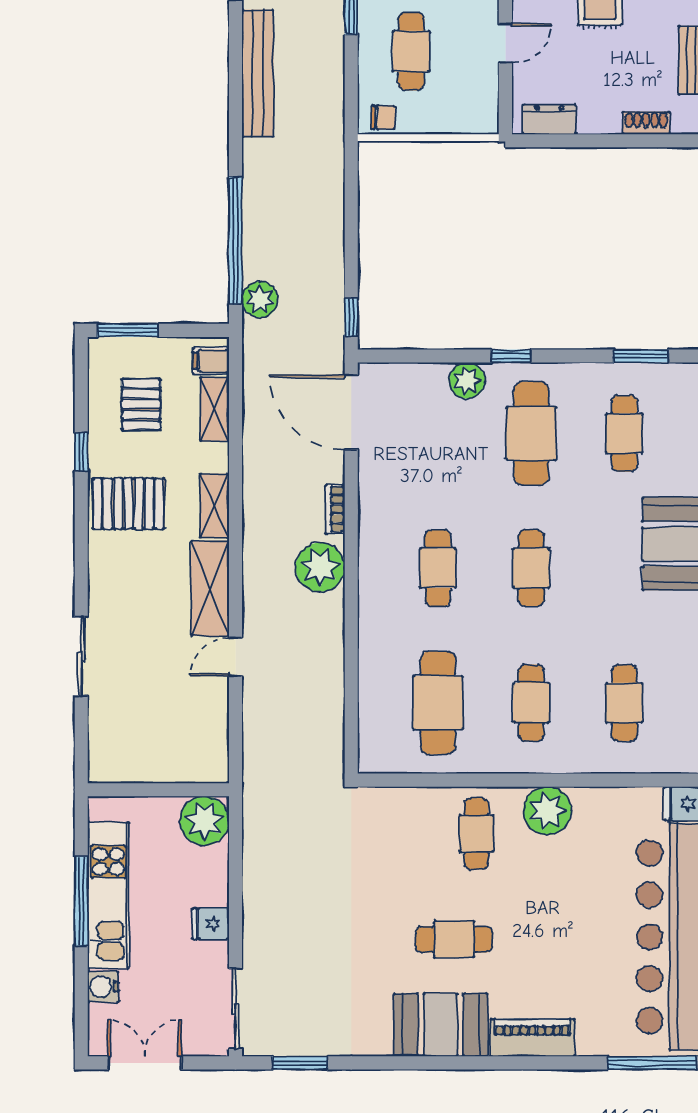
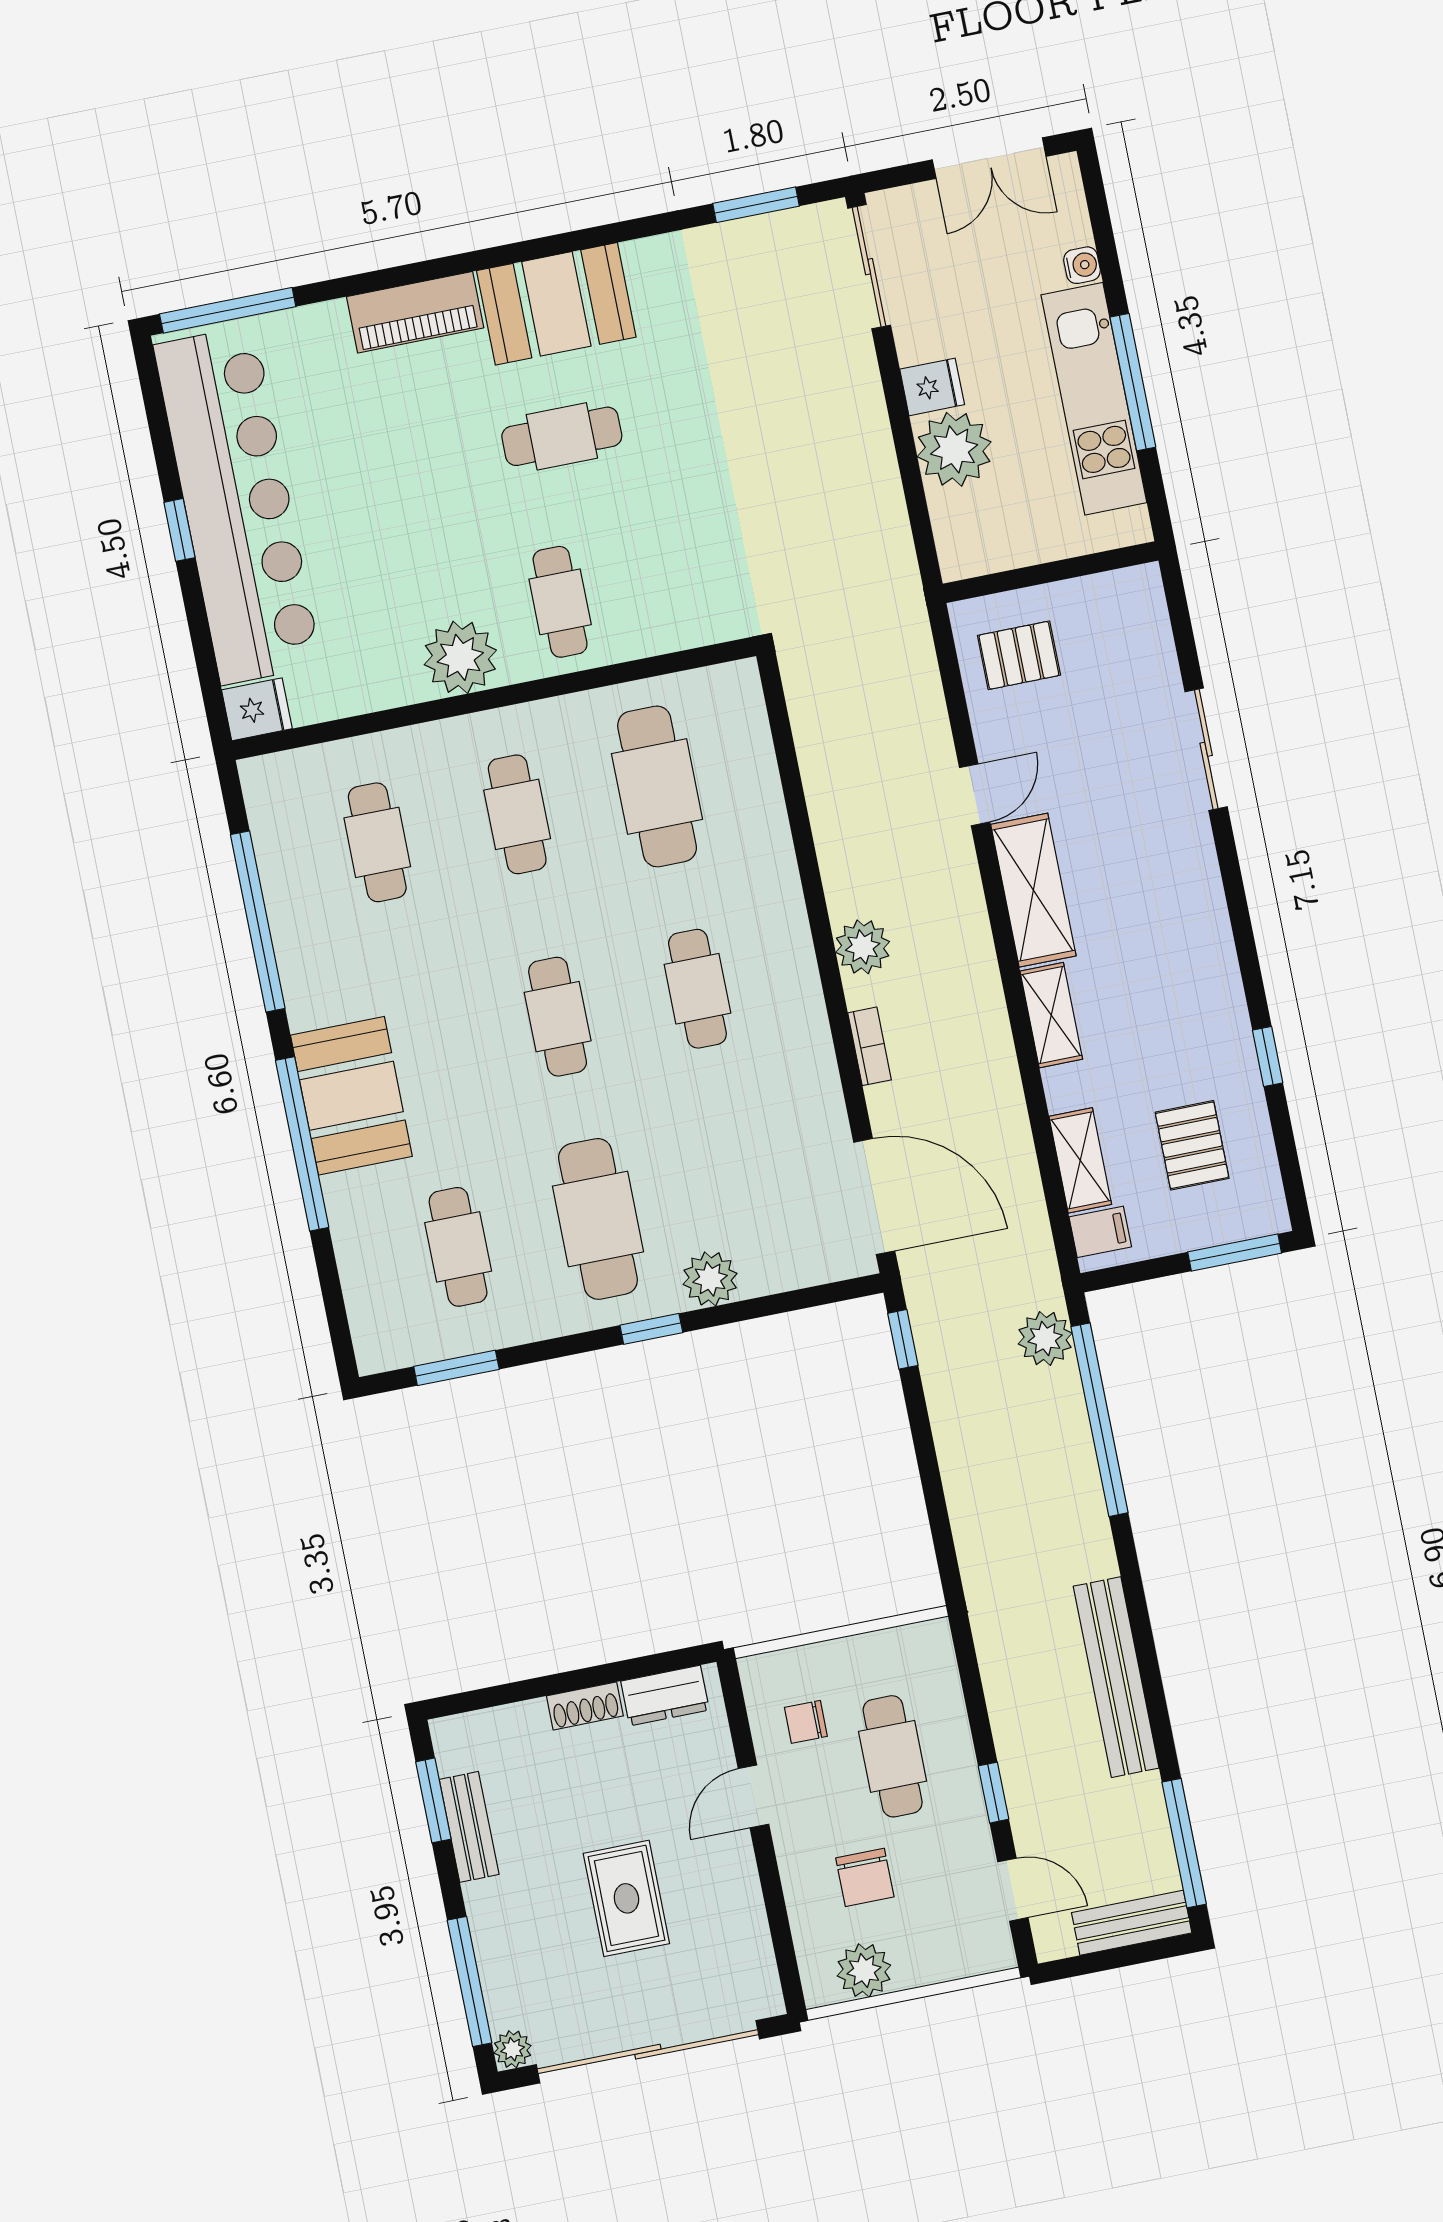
chair: (383, 117) -> (806, 1722), moved
shoe rack: (646, 123) -> (585, 1706), moved
pallet: (128, 504) -> (1019, 655), moved, width x0.67, depth x0.71
plant: (320, 567) -> (863, 947), width x0.73, depth x0.73
plant: (204, 821) -> (954, 449), moved
water cooler: (103, 987) -> (1082, 265), width x0.72, depth x0.72

